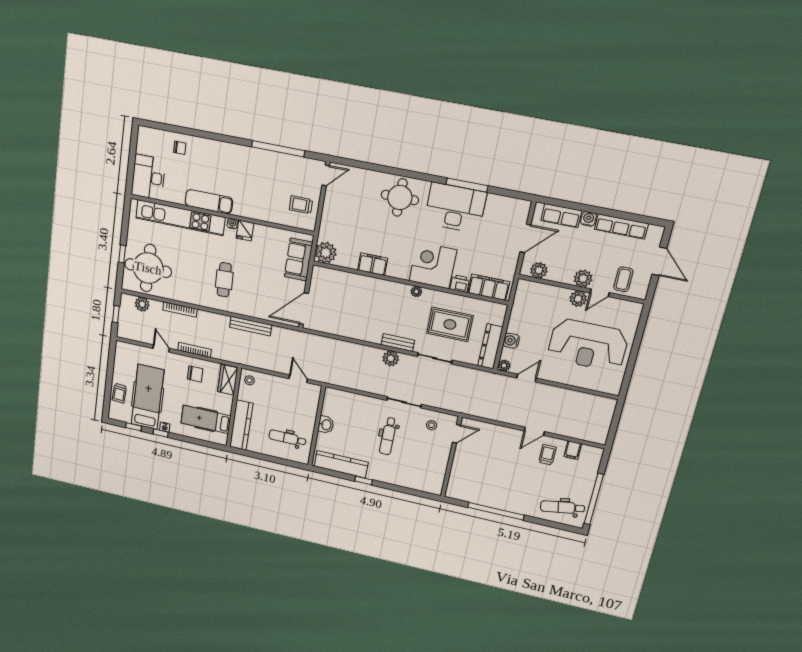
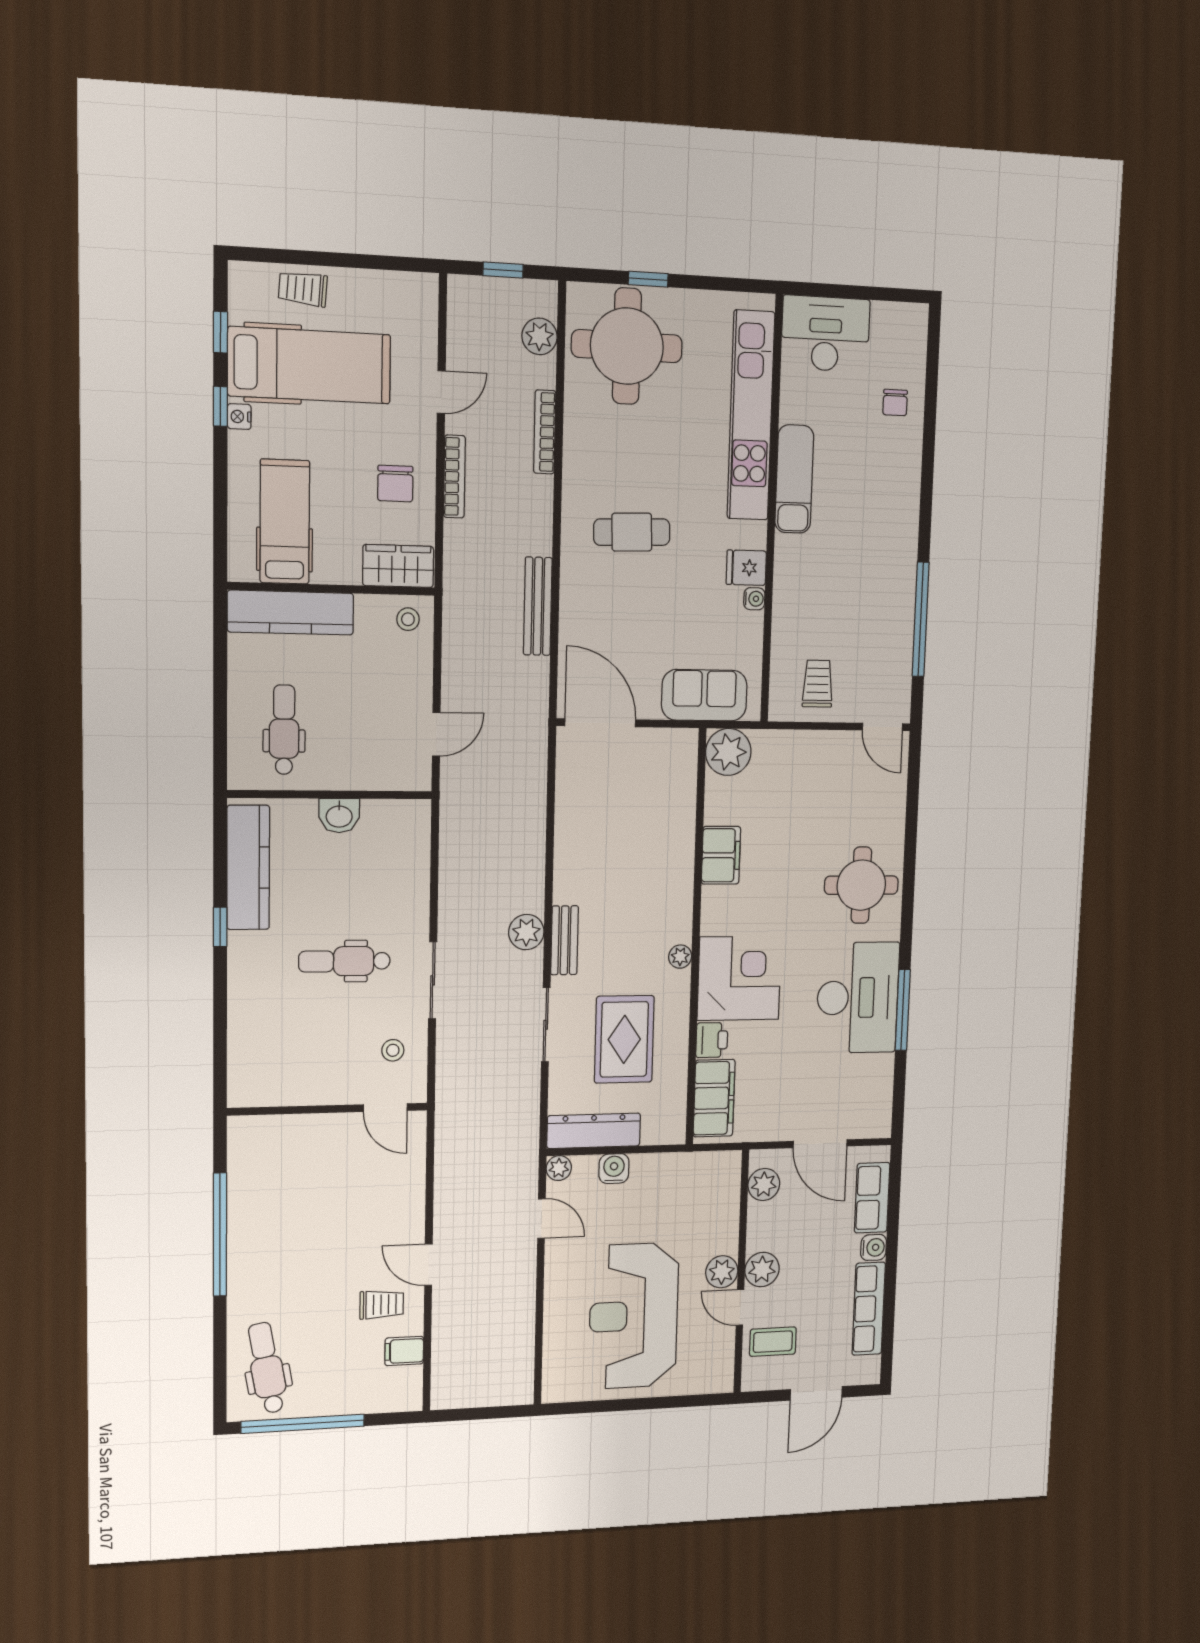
water cooler: (232, 224) -> (754, 599), moved

